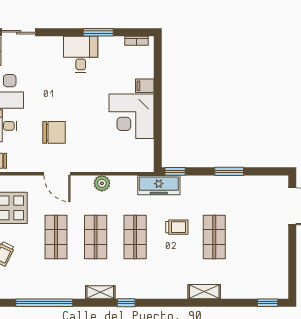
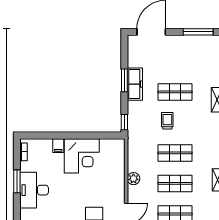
desk: (81, 54) -> (34, 190), width x1.37
freezer: (159, 185) -> (135, 84), moved
window: (292, 267) -> (198, 32), added

